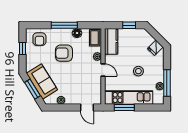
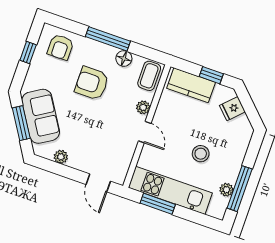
kitchen counter: (111, 41) -> (191, 85), moved, turned 90
fridge: (155, 48) -> (232, 109), moved

